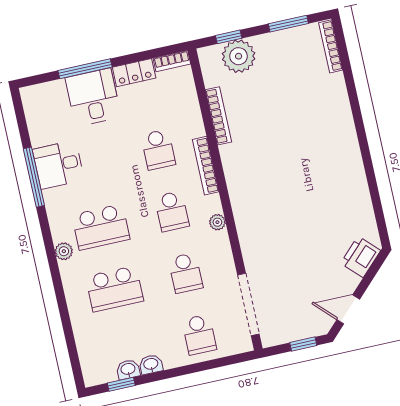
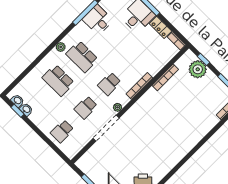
school desk: (158, 150) -> (133, 60), removed
doorway: (248, 304) -> (106, 128), moved
washbasin: (151, 364) -> (17, 101), moved

